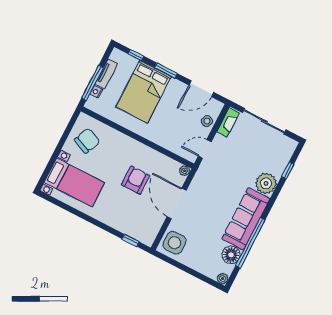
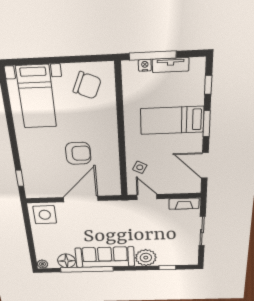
bed: (144, 92) -> (172, 120), width x0.67
side table: (207, 121) -> (140, 167), moved
sliding door: (264, 121) -> (202, 231), width x0.73
plant: (185, 171) -> (115, 191), removed

